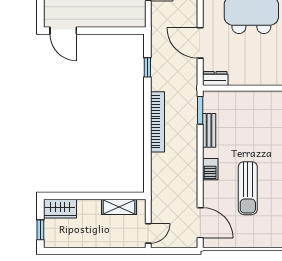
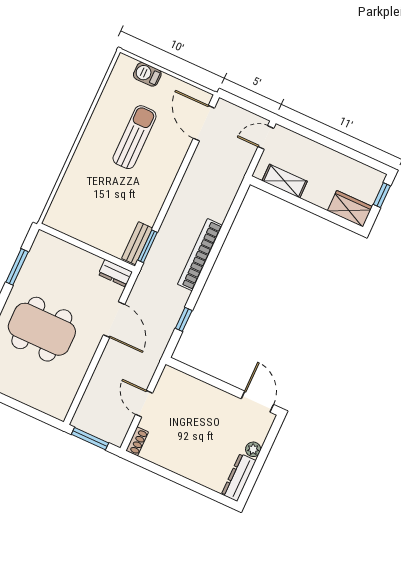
bench: (209, 130) -> (137, 243), moved
barbecue: (210, 169) -> (147, 74), moved, turned -90

